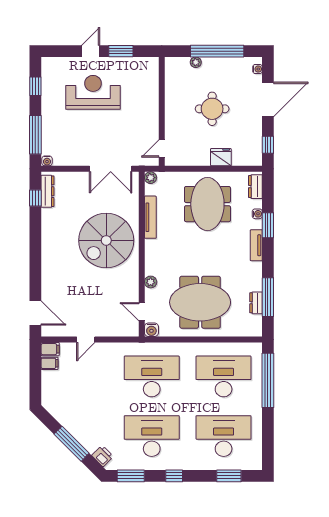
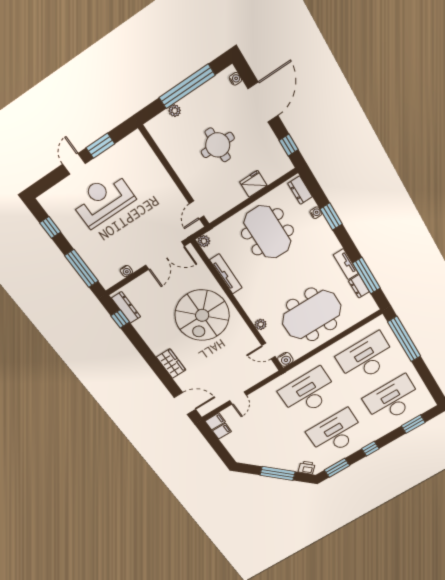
water cooler: (47, 161) -> (126, 271), moved
tv unit: (256, 245) -> (346, 264), moved
wardrobe: (50, 267) -> (171, 364), added

